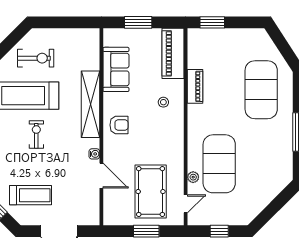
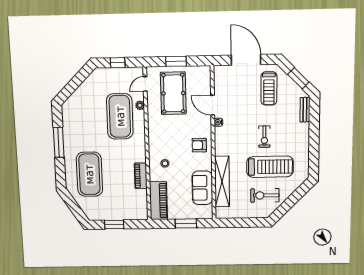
window: (212, 22) -> (114, 224), moved
shelving: (91, 104) -> (222, 182), moved
treadmill: (31, 195) -> (269, 88), turned -90

